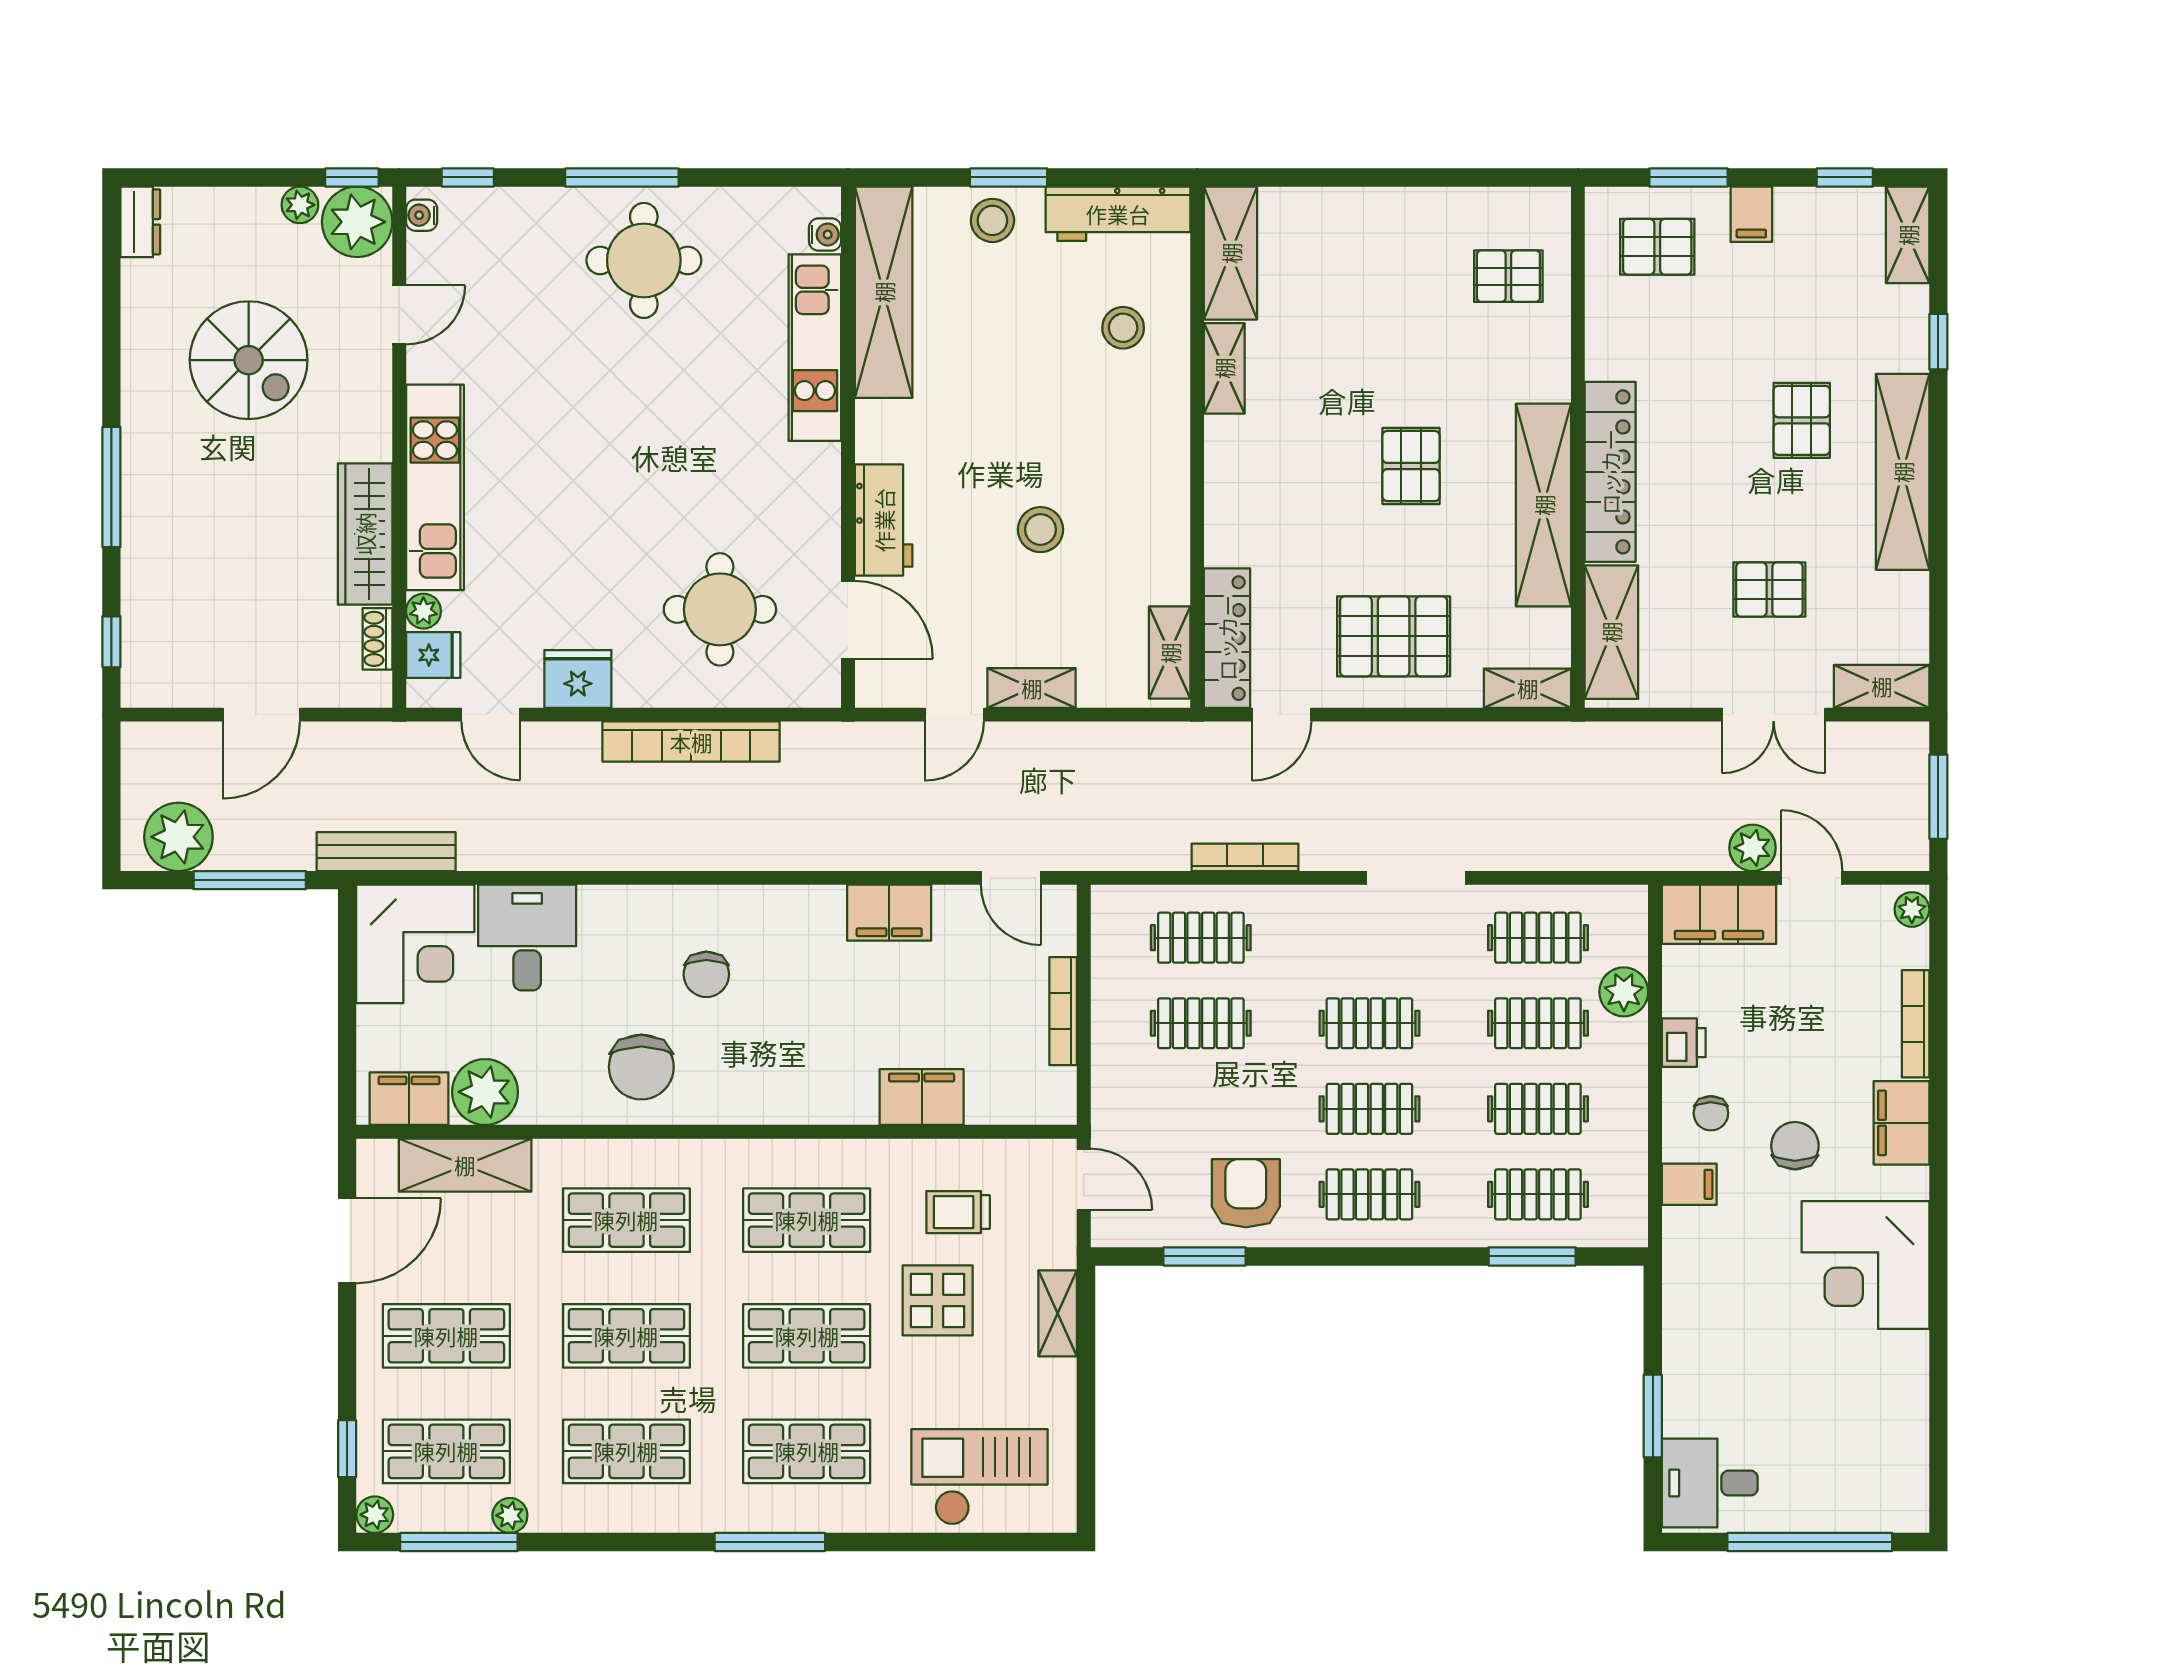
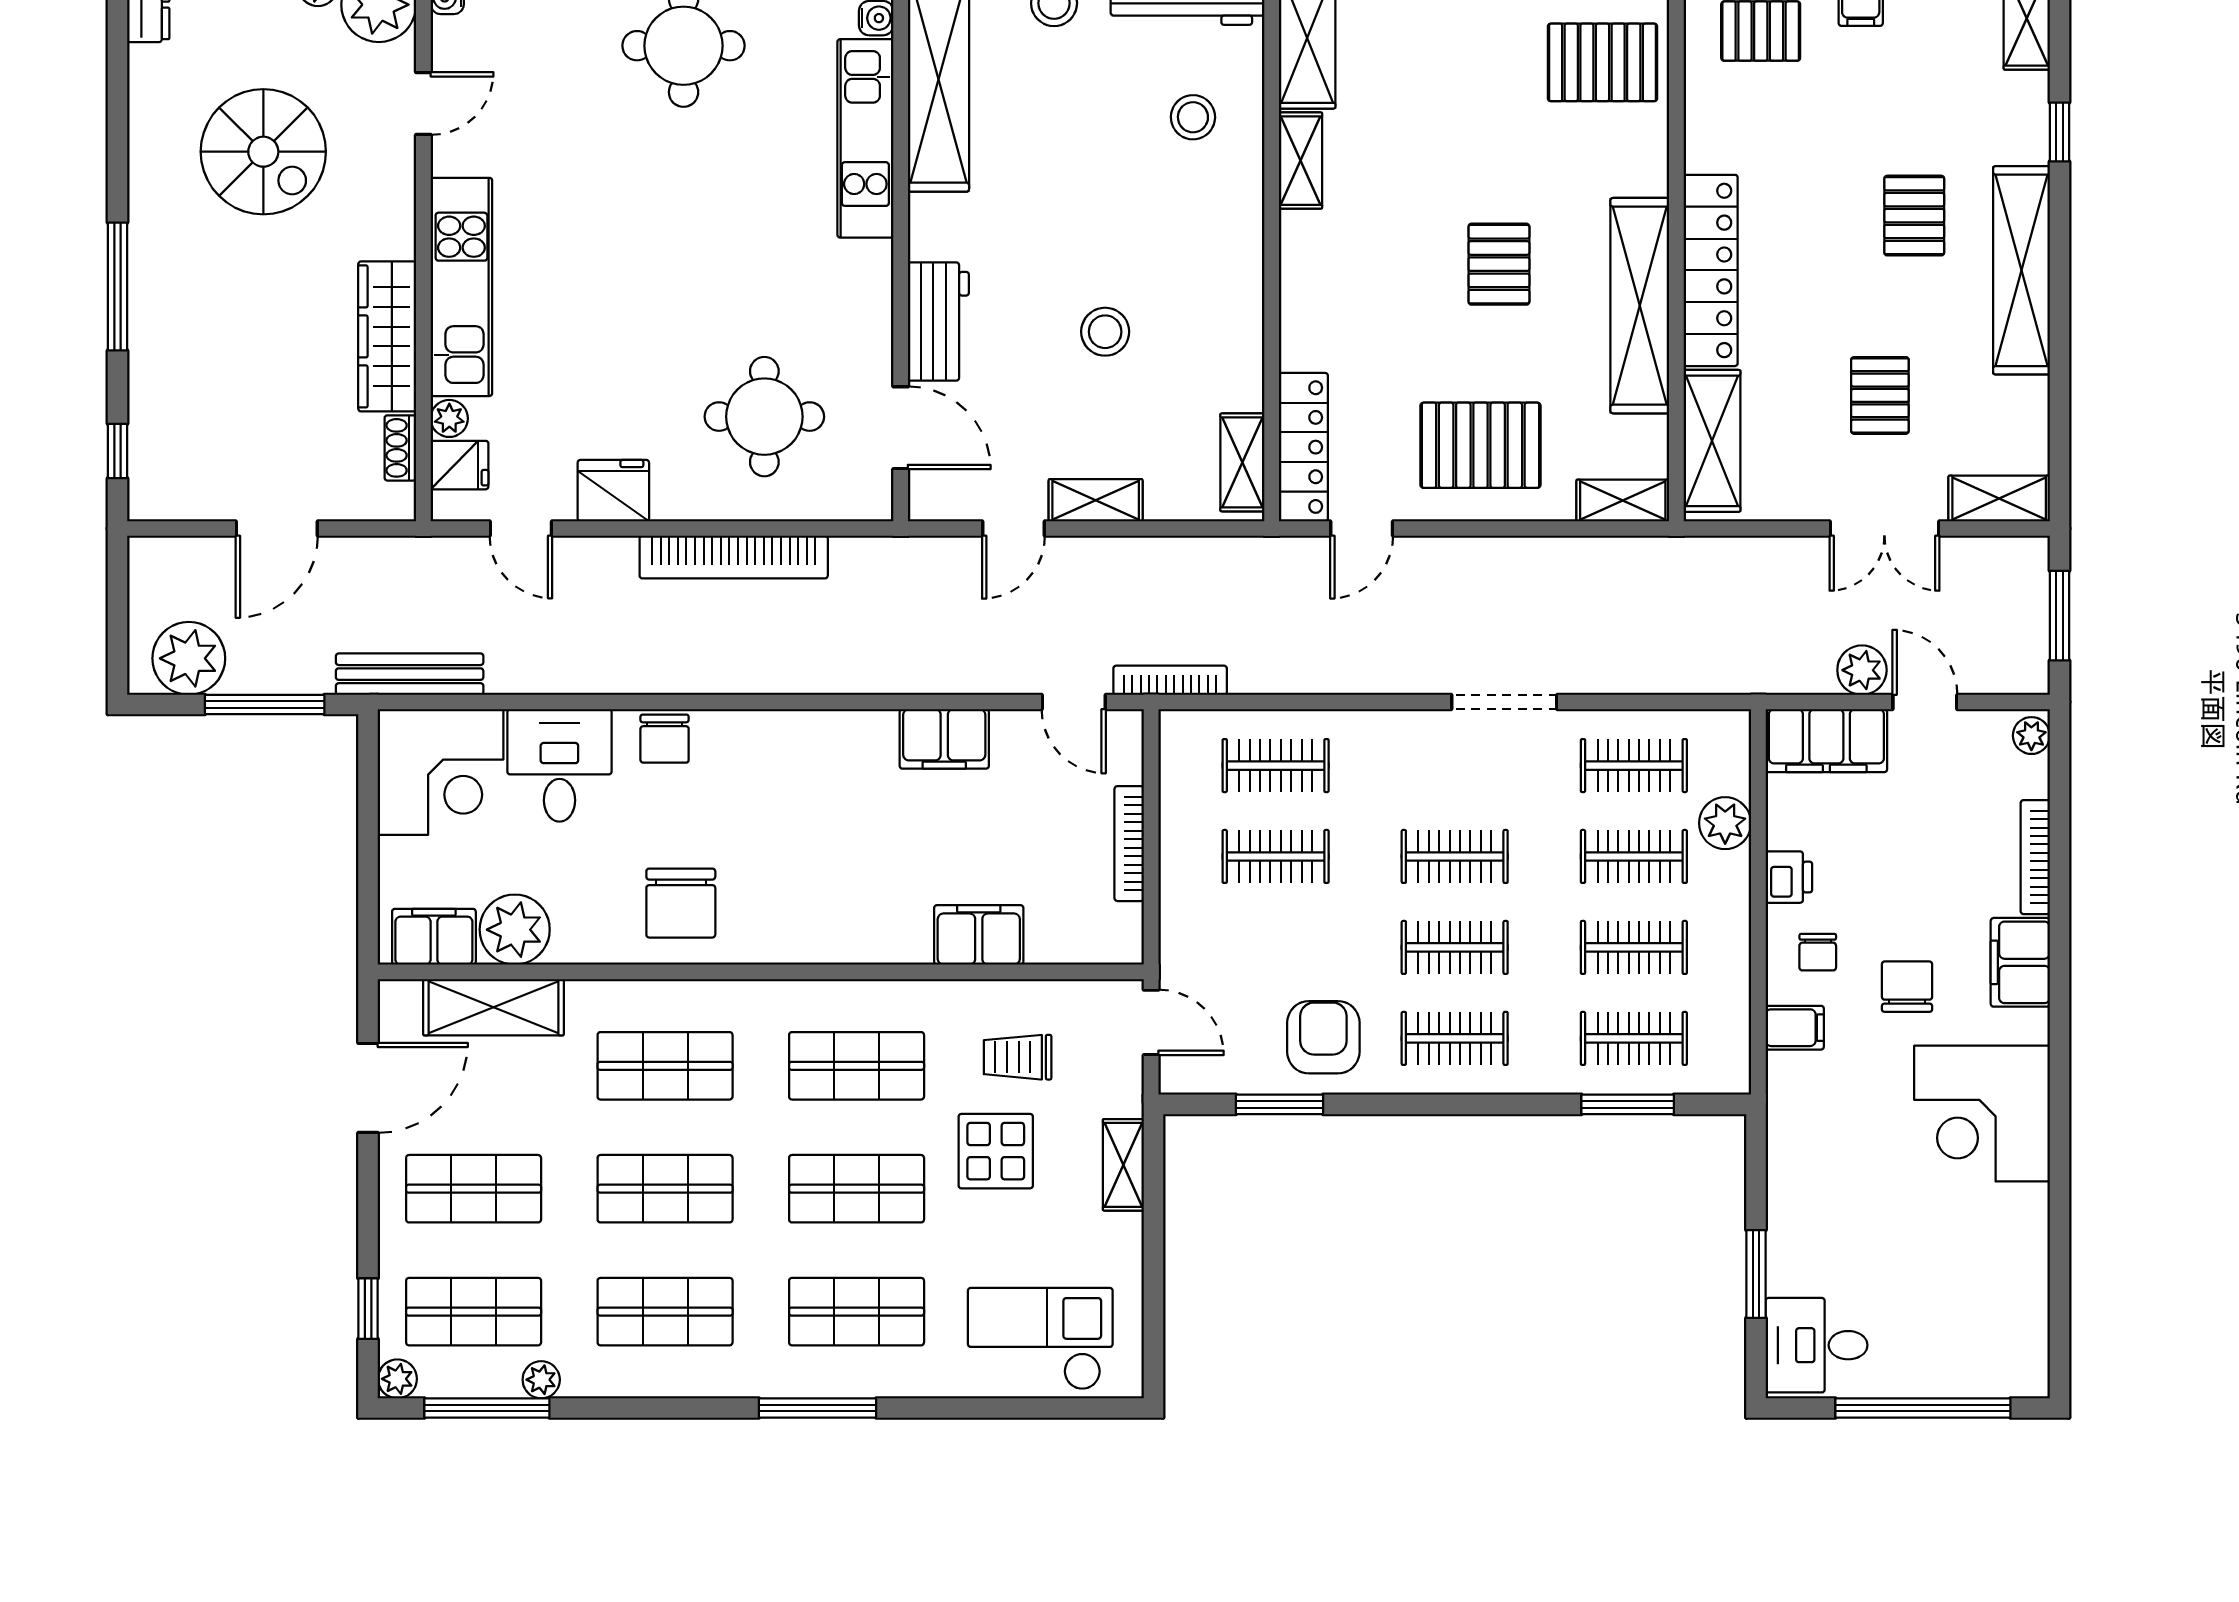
pallet: (1508, 276) -> (1603, 62), width x1.50, depth x1.42
pallet: (1769, 589) -> (1880, 395), turned 90
bookcase: (1245, 857) -> (1170, 680), moved
chair: (706, 974) -> (665, 739), moved

